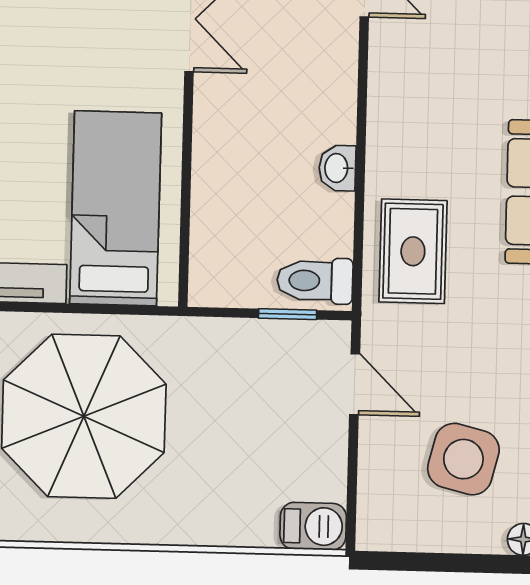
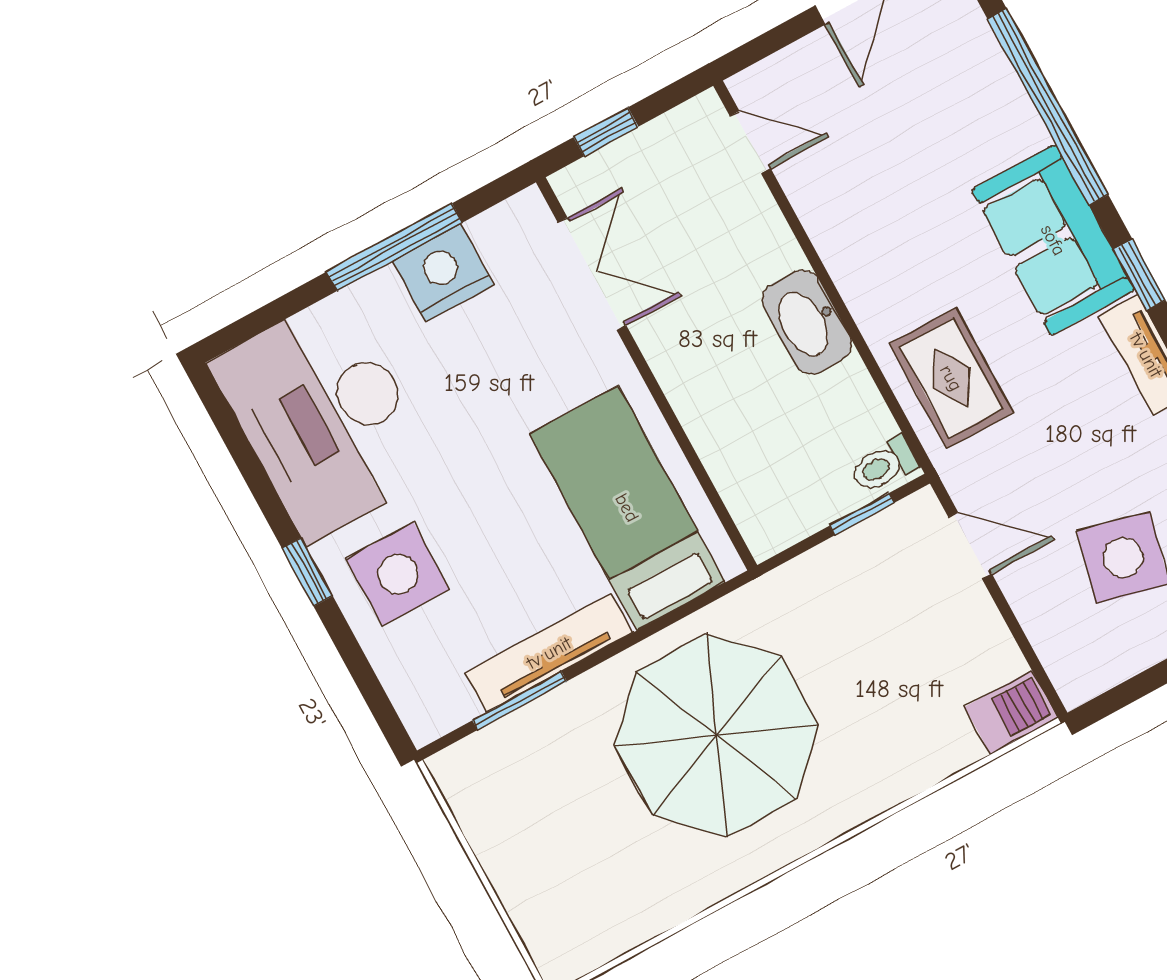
washbasin: (337, 168) -> (807, 322), width x1.91, depth x1.45
toilet: (315, 281) -> (884, 465), width x0.73, depth x0.72

